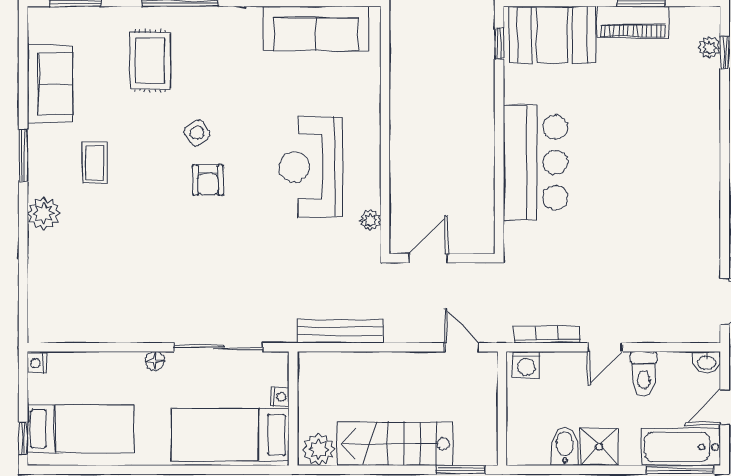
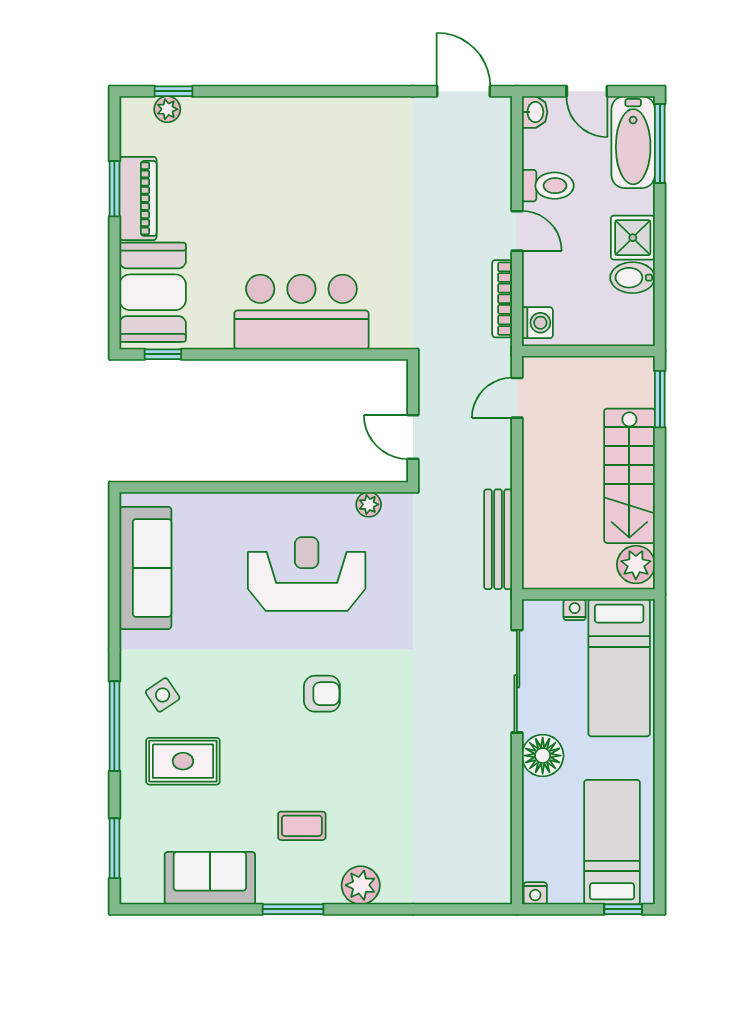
side table: (197, 133) -> (163, 695), moved
reception desk: (311, 167) -> (307, 574), turned 180
floor lamp: (155, 361) -> (543, 756), width x1.89, depth x1.89

